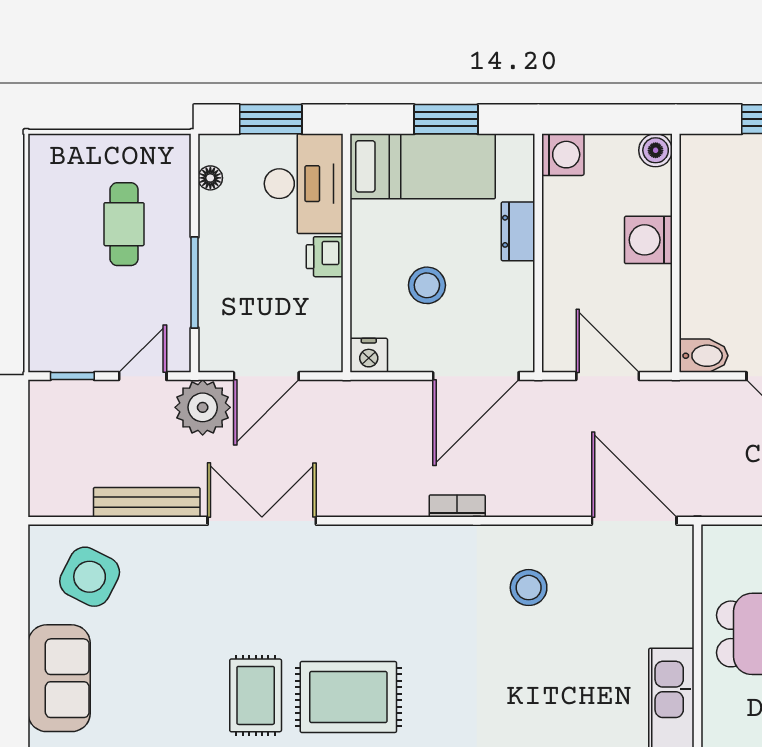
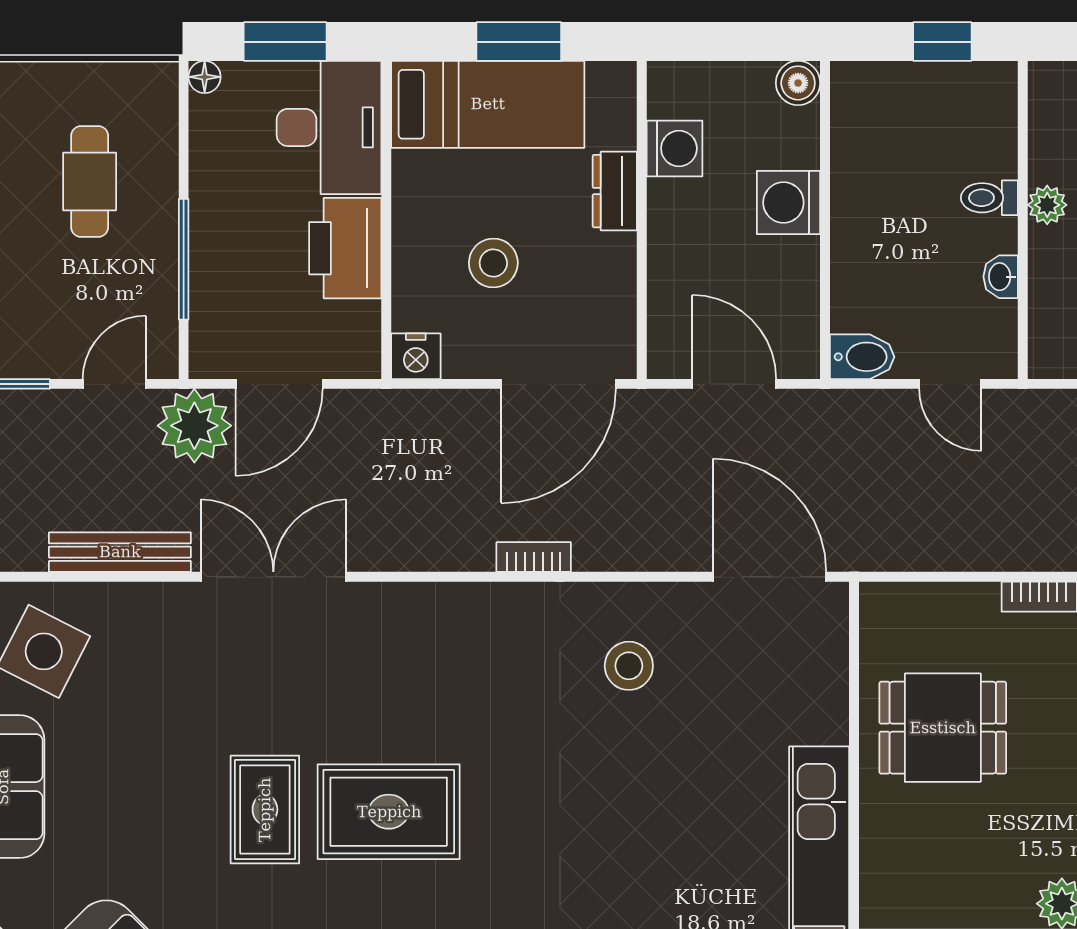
washing machine: (563, 155) -> (674, 148), moved
floor lamp: (210, 178) -> (205, 77), moved
printer: (325, 257) -> (345, 248), width x1.87, depth x1.48

